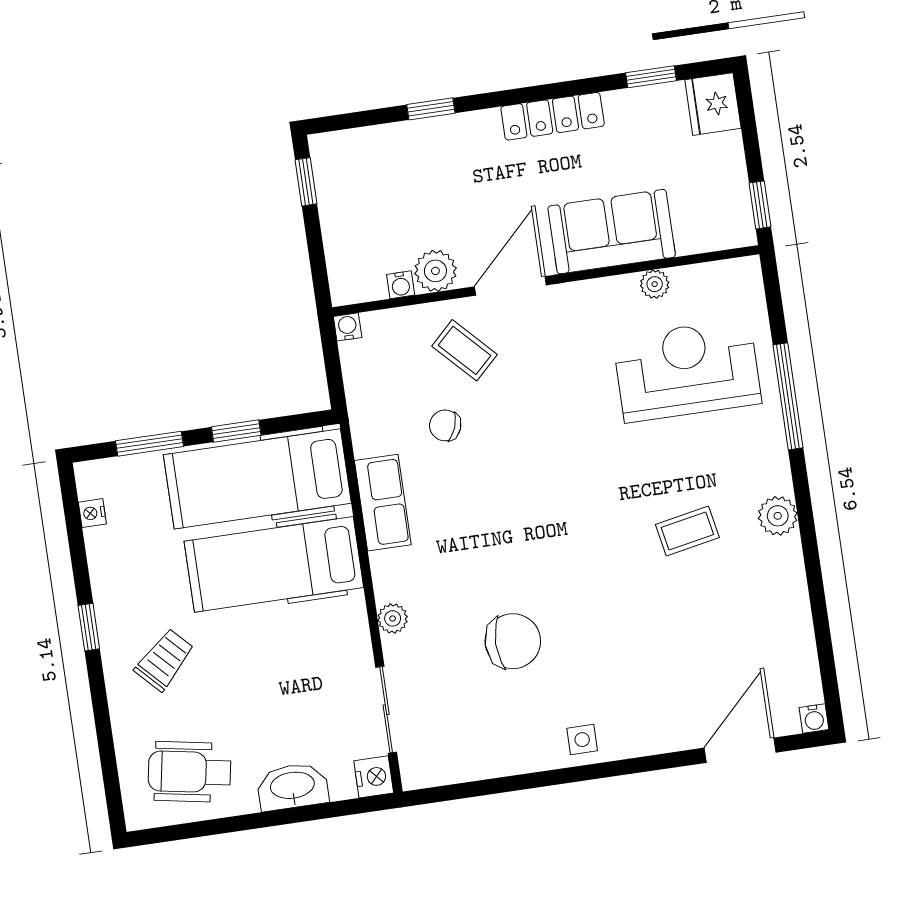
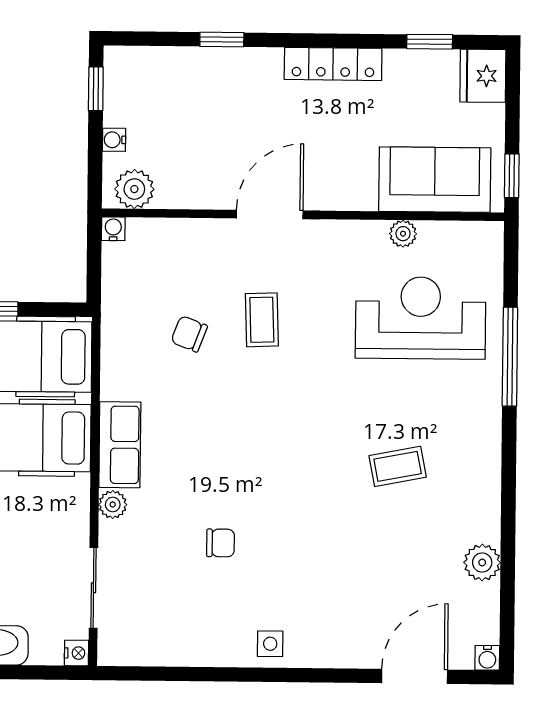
sofa: (612, 232) -> (435, 180), moved
plant: (435, 271) -> (134, 189), moved
water cooler: (401, 285) -> (114, 140), moved, turned 90
coffee table: (464, 350) -> (262, 320), moved, turned 42
row of seats: (383, 503) -> (120, 445), moved
plant: (778, 516) -> (482, 563), moved
chair: (513, 641) -> (220, 543), width x0.54, depth x0.54
nightstand: (374, 777) -> (77, 653), width x0.72, depth x0.74

